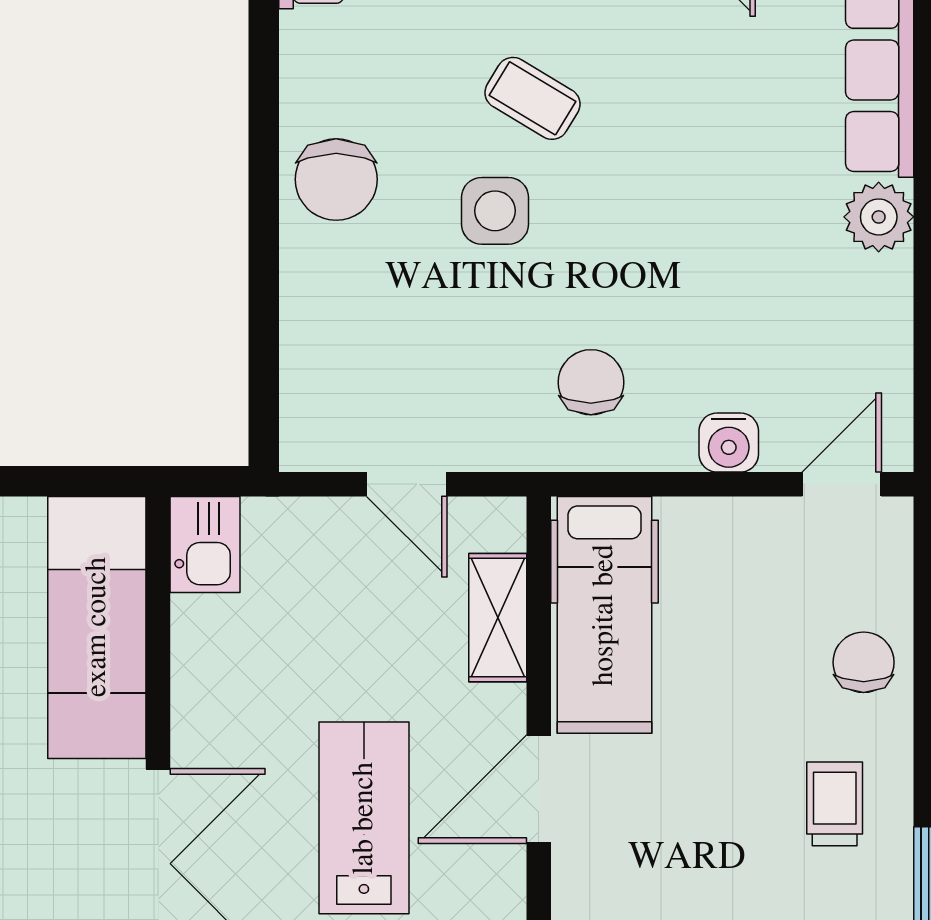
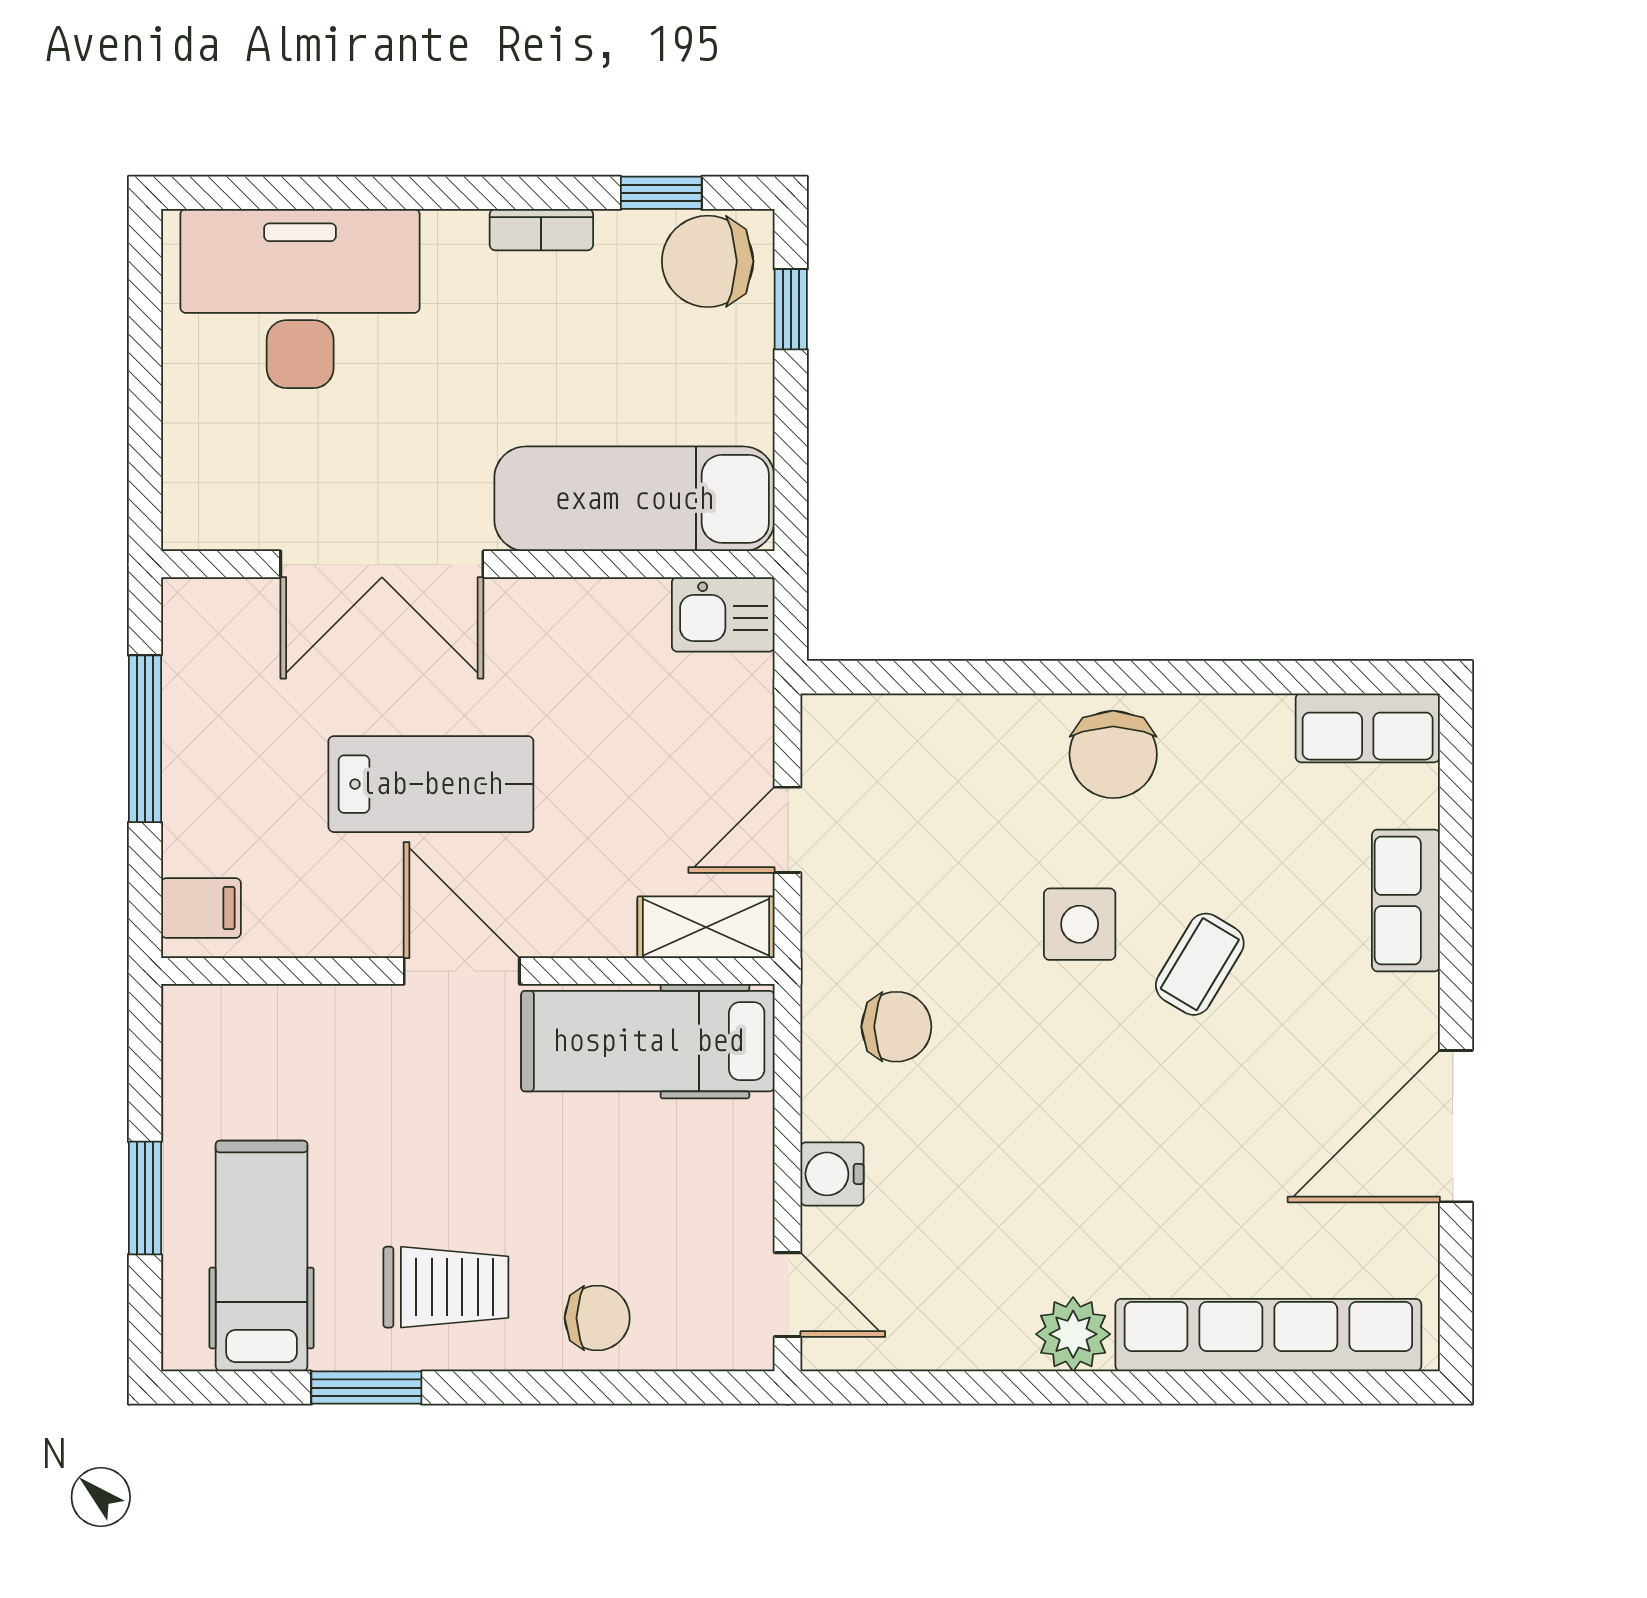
chair: (336, 179) -> (1113, 754), turned -90
shelving: (498, 618) -> (706, 927), moved
trolley: (835, 804) -> (446, 1287), width x1.36, depth x1.39

